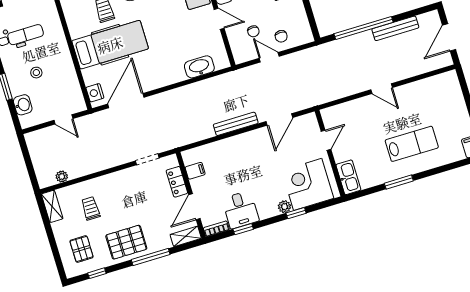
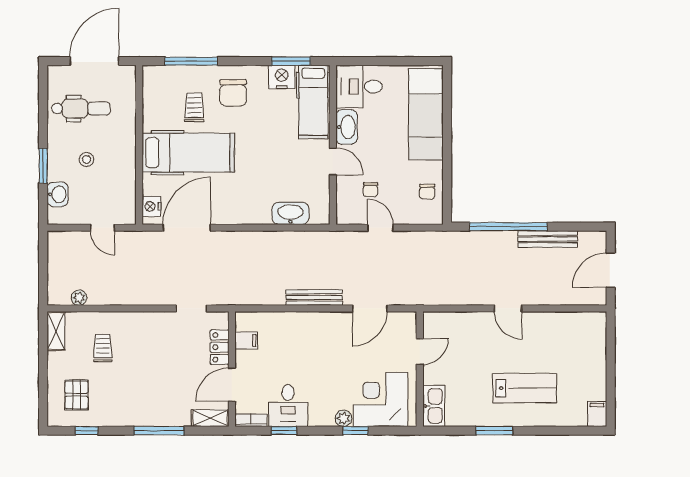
chair: (281, 36) -> (427, 192), moved
pallet: (126, 242) -> (134, 403), removed

